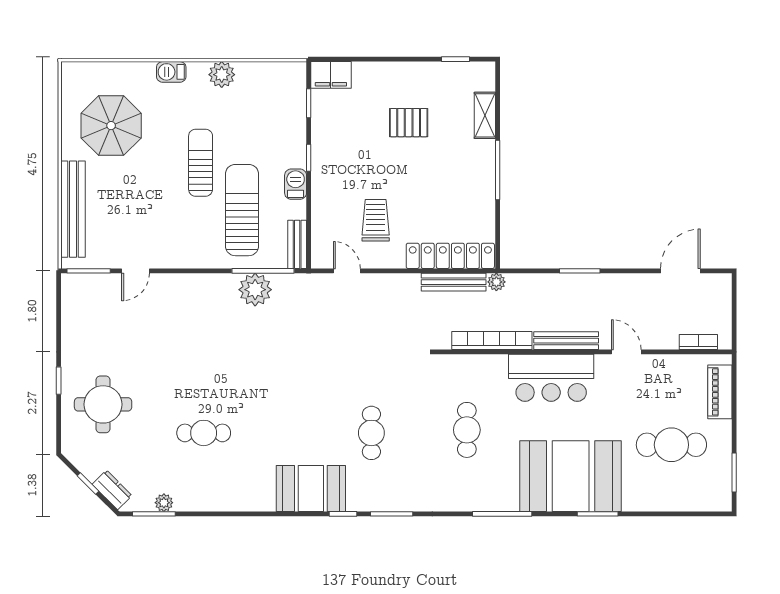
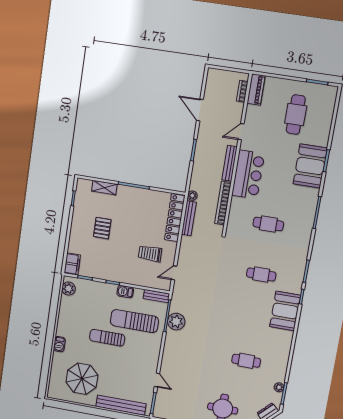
plant: (222, 75) -> (69, 289), moved
door: (680, 271) -> (200, 110), moved
piano: (720, 392) -> (256, 90), moved, turned -90
cafe table: (204, 433) -> (246, 361), turned 90
booth: (571, 476) -> (310, 166), width x0.73, depth x0.70

